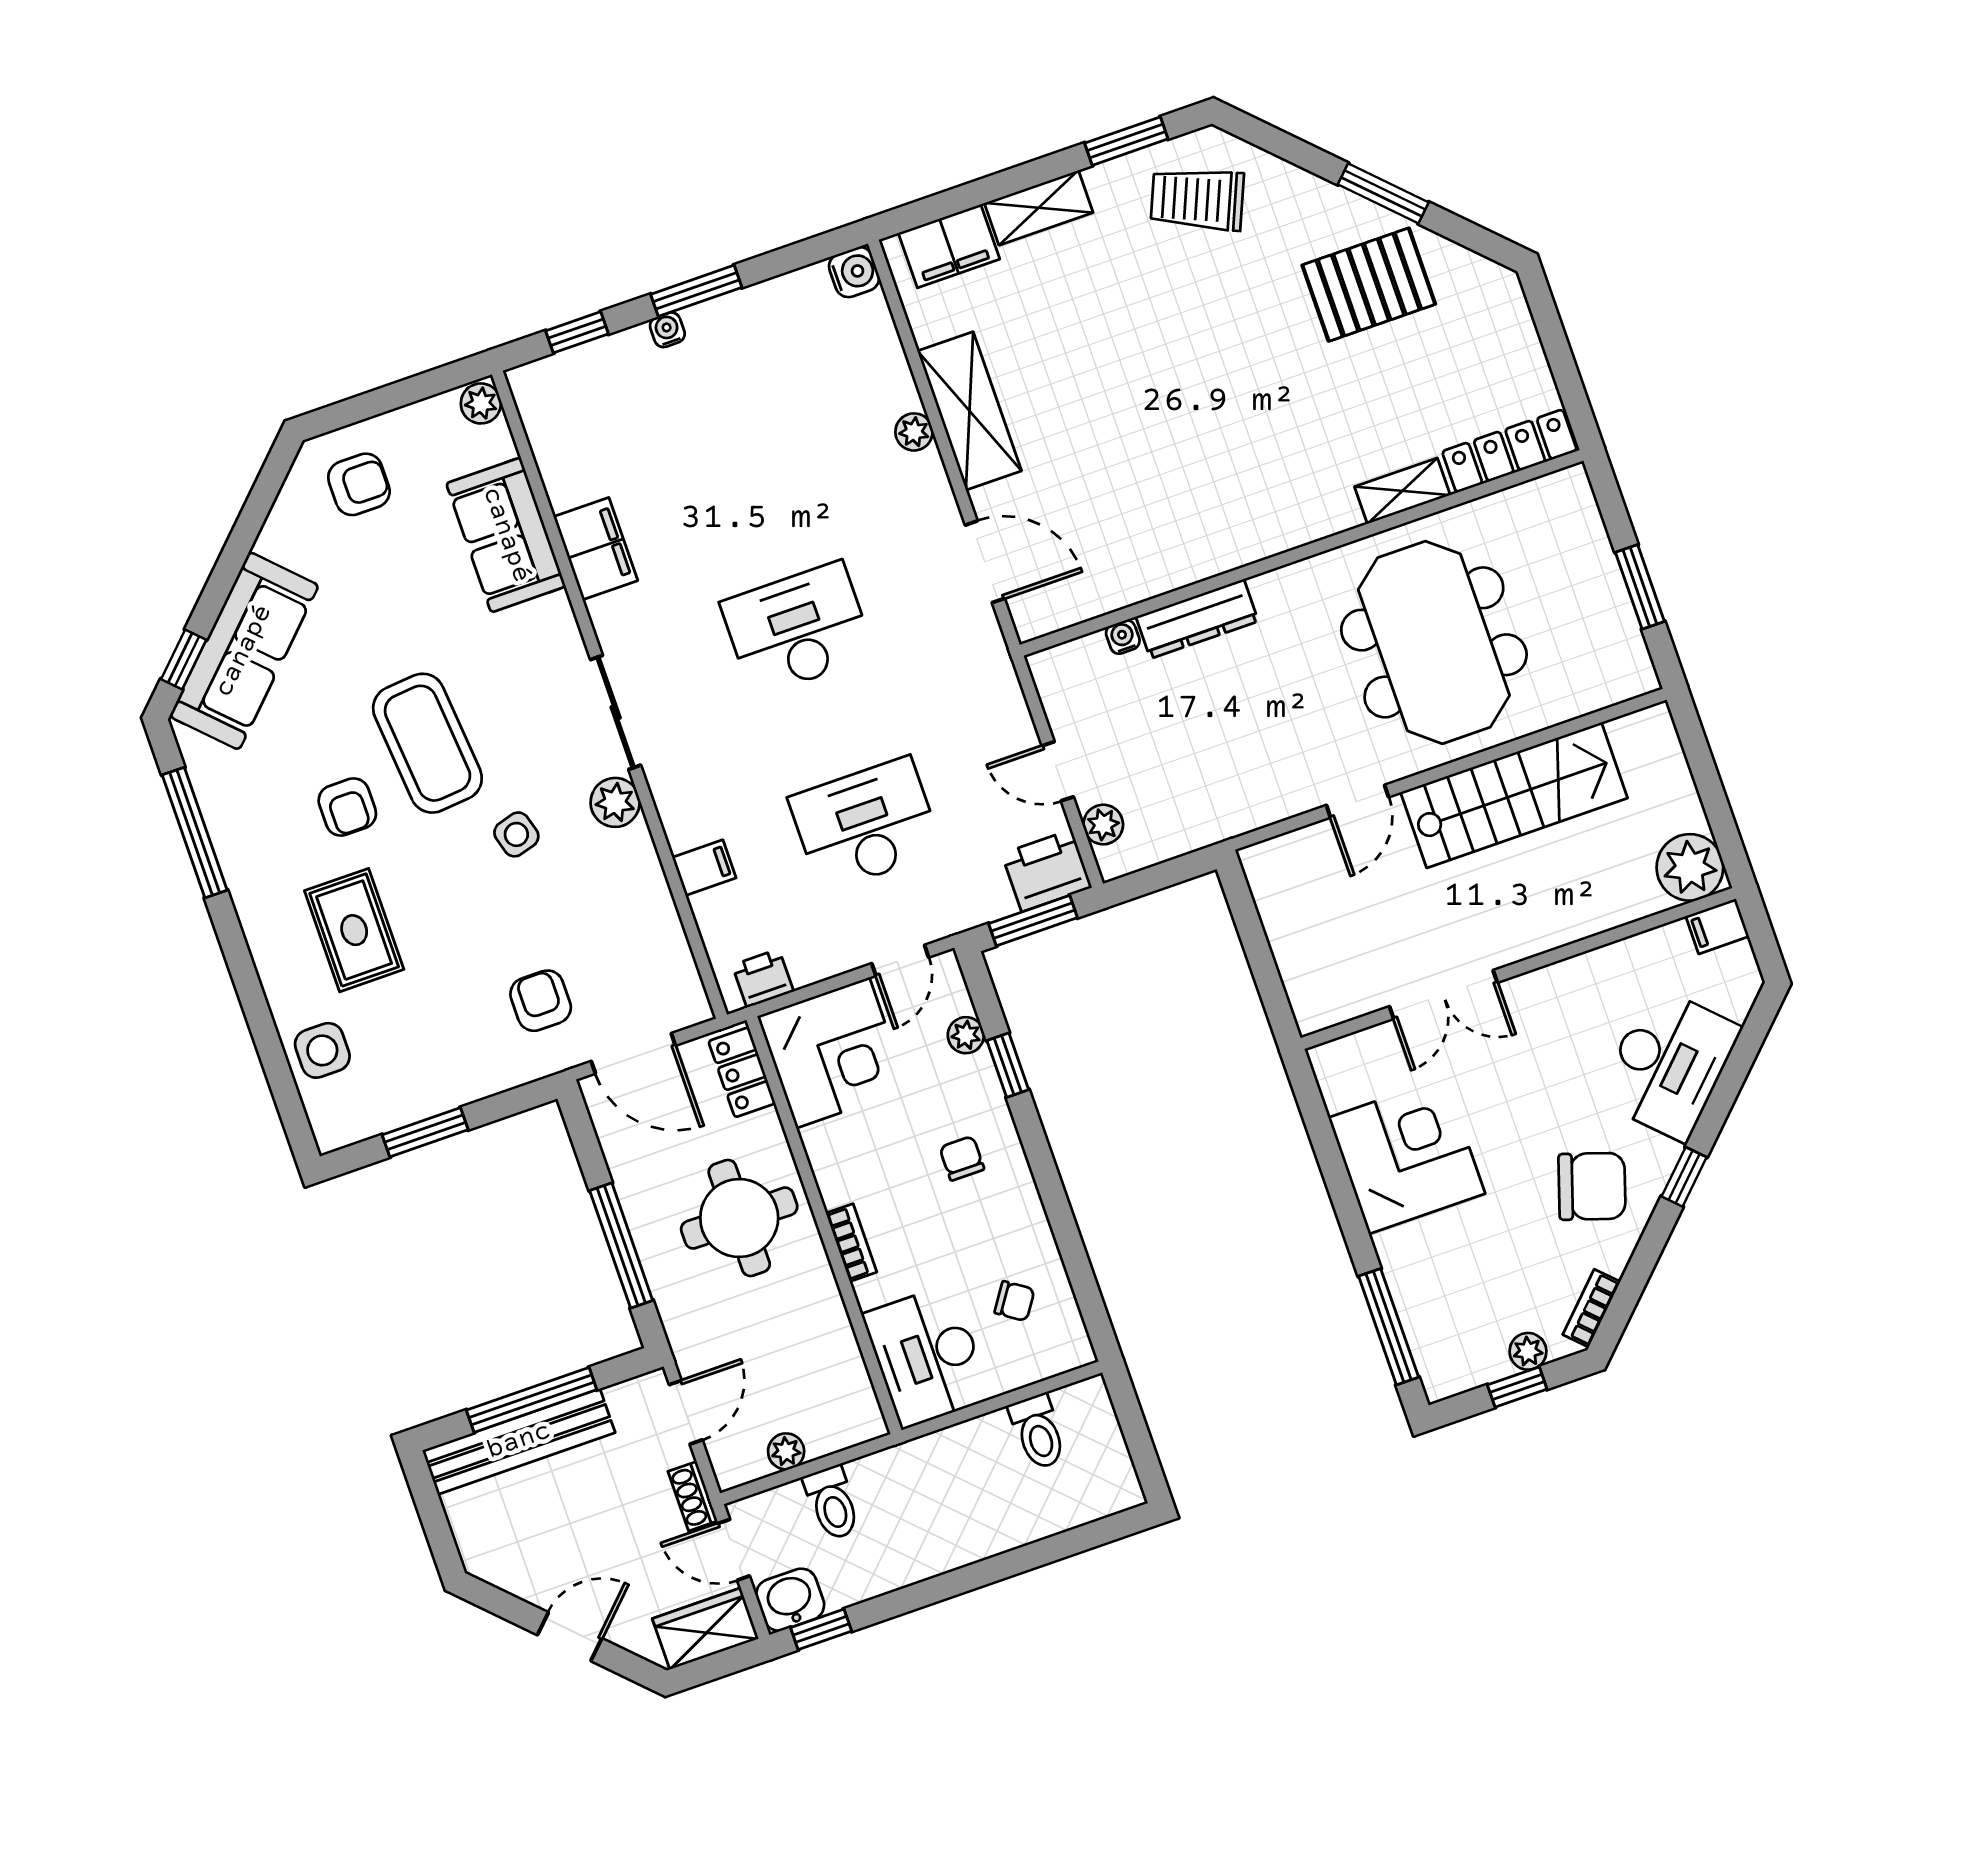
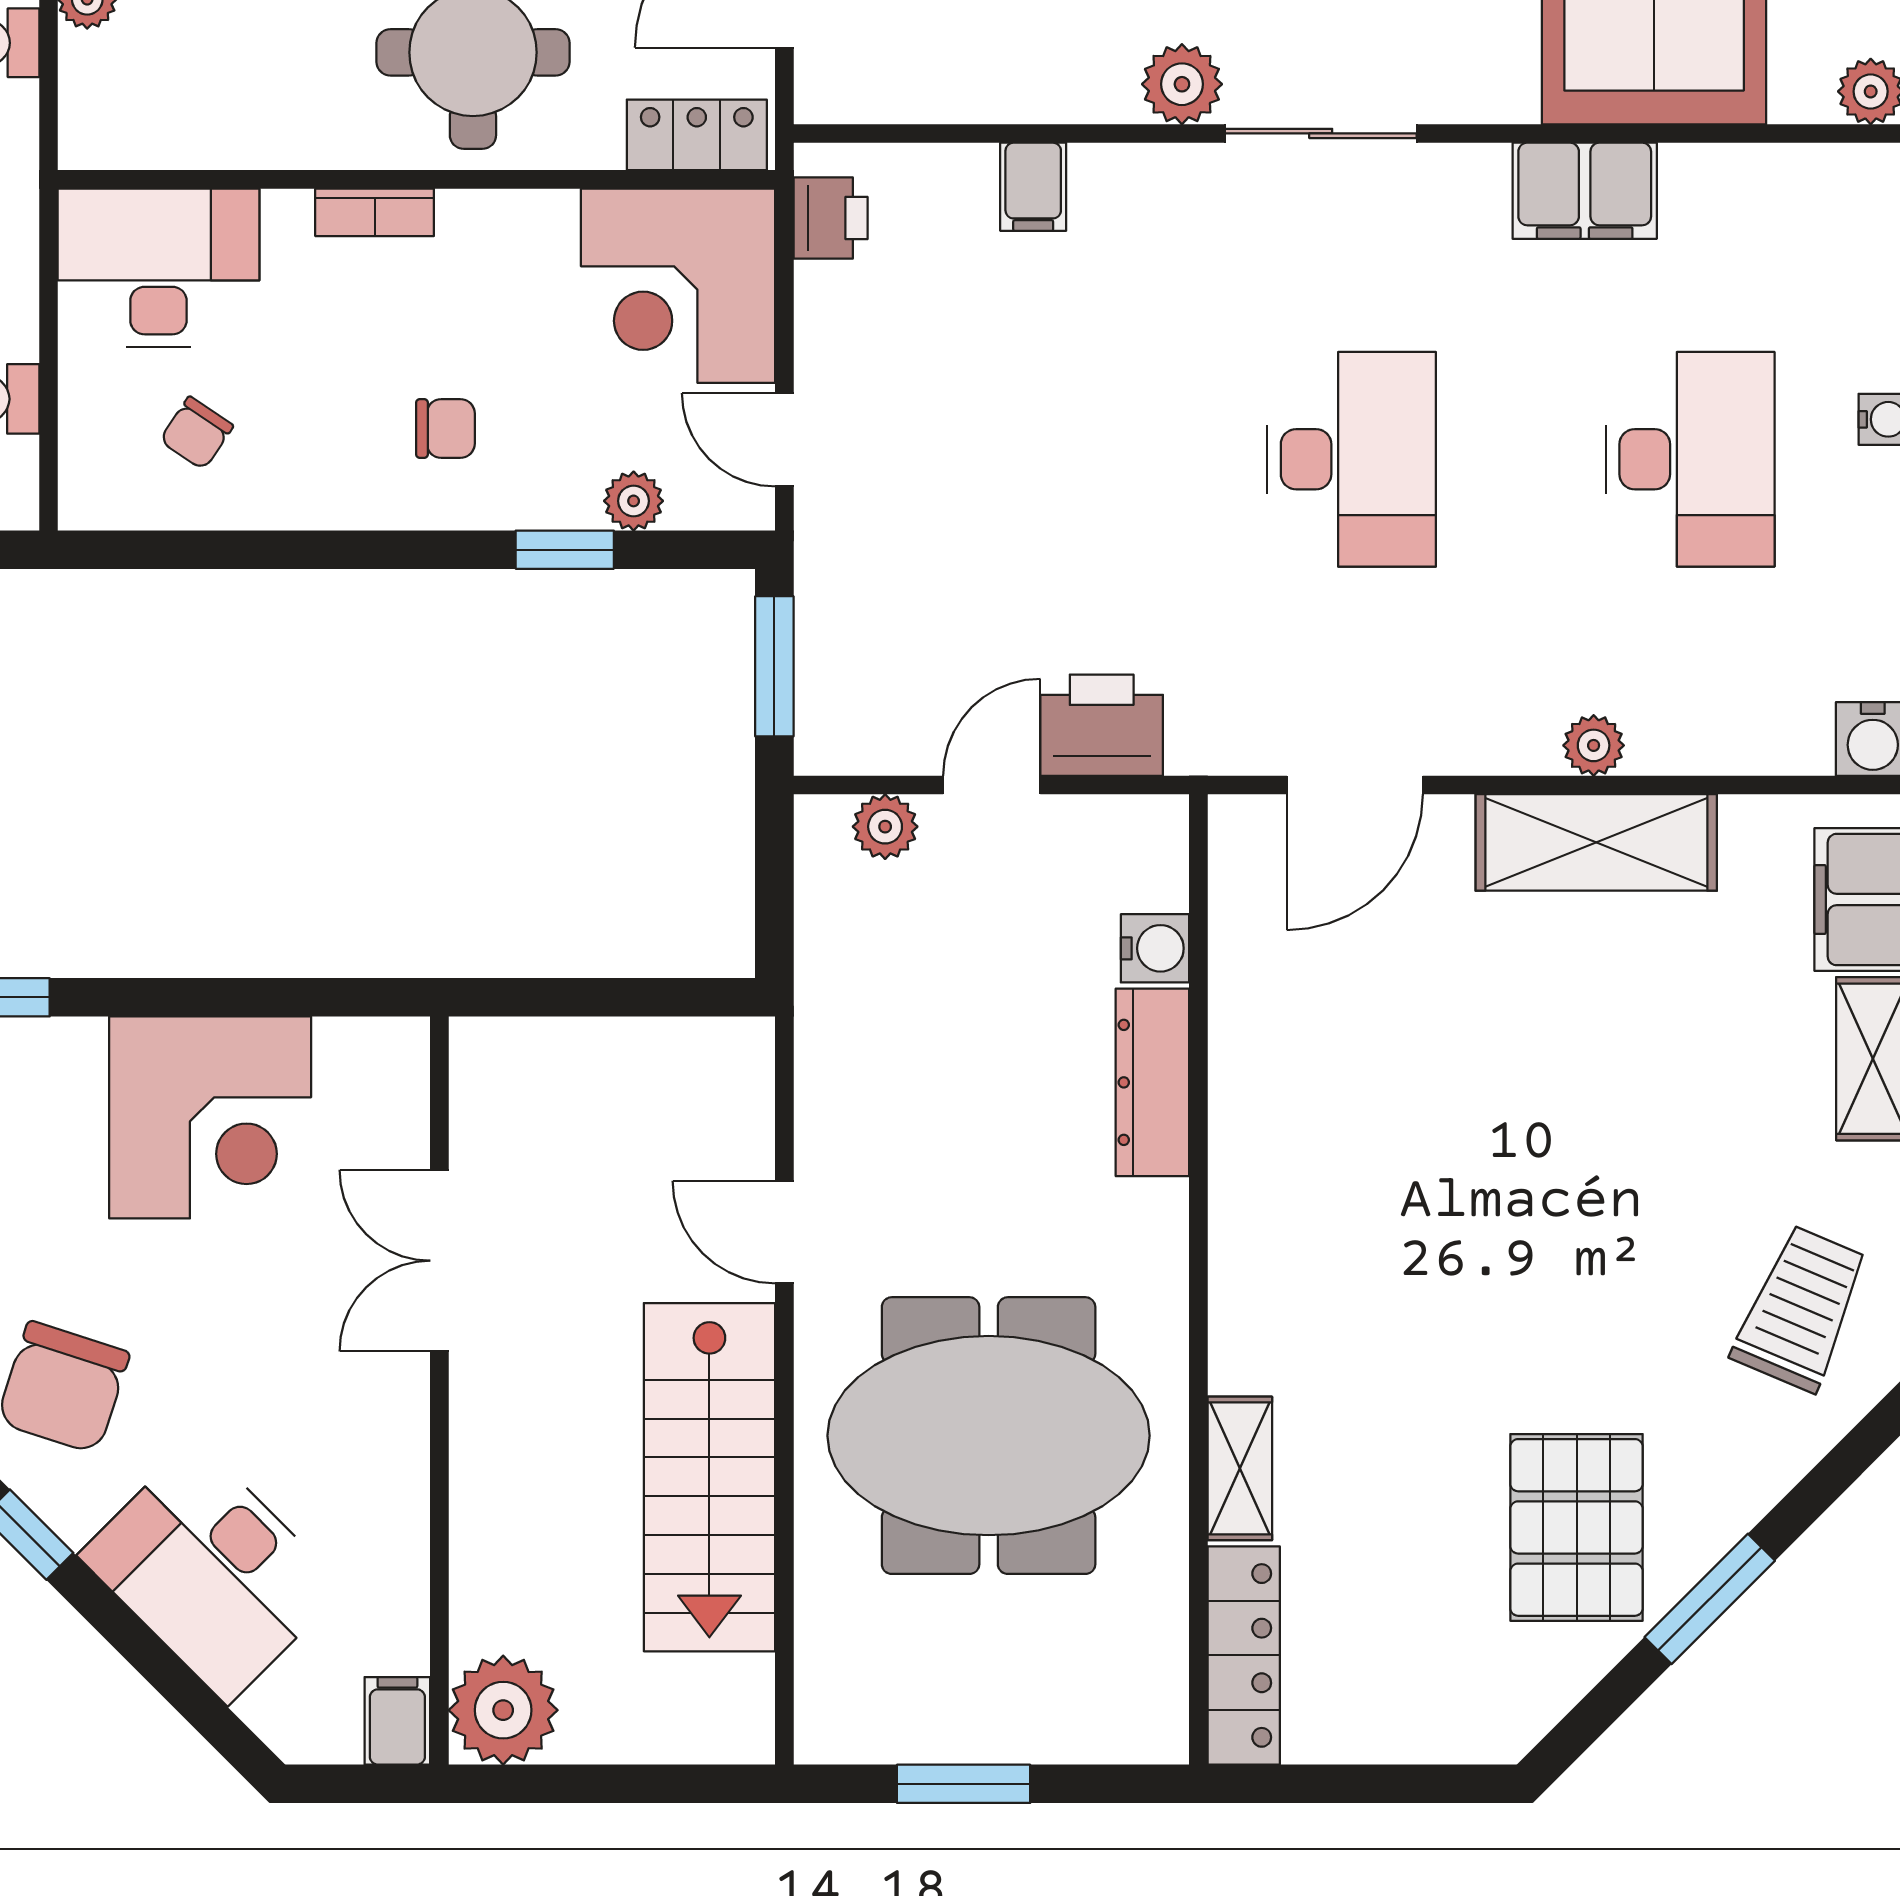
water cooler: (1123, 637) -> (1155, 948), width x1.38, depth x1.38
desk: (865, 825) -> (1690, 459), moved
printer: (1047, 871) -> (1102, 725), moved, turned -90

